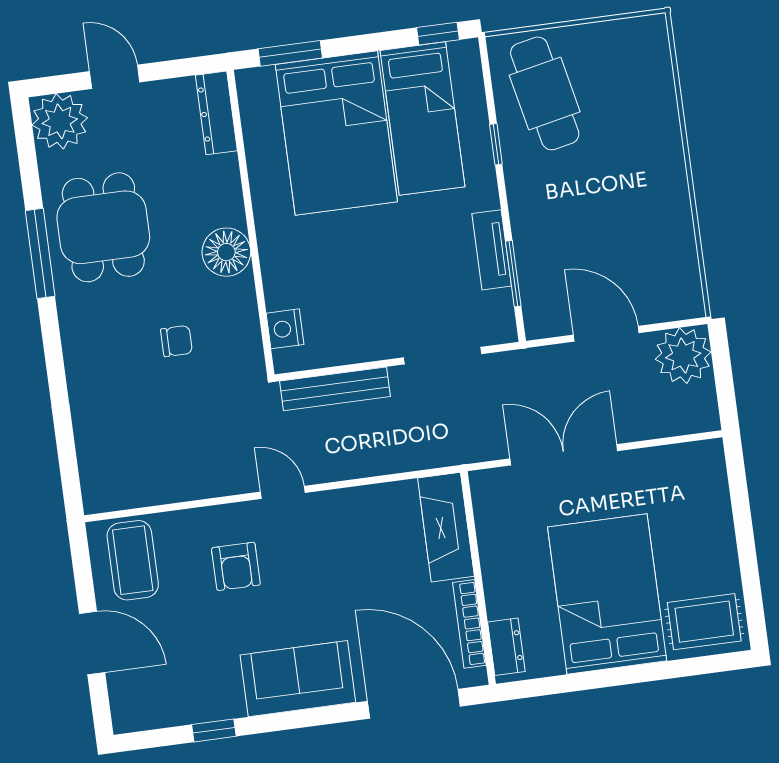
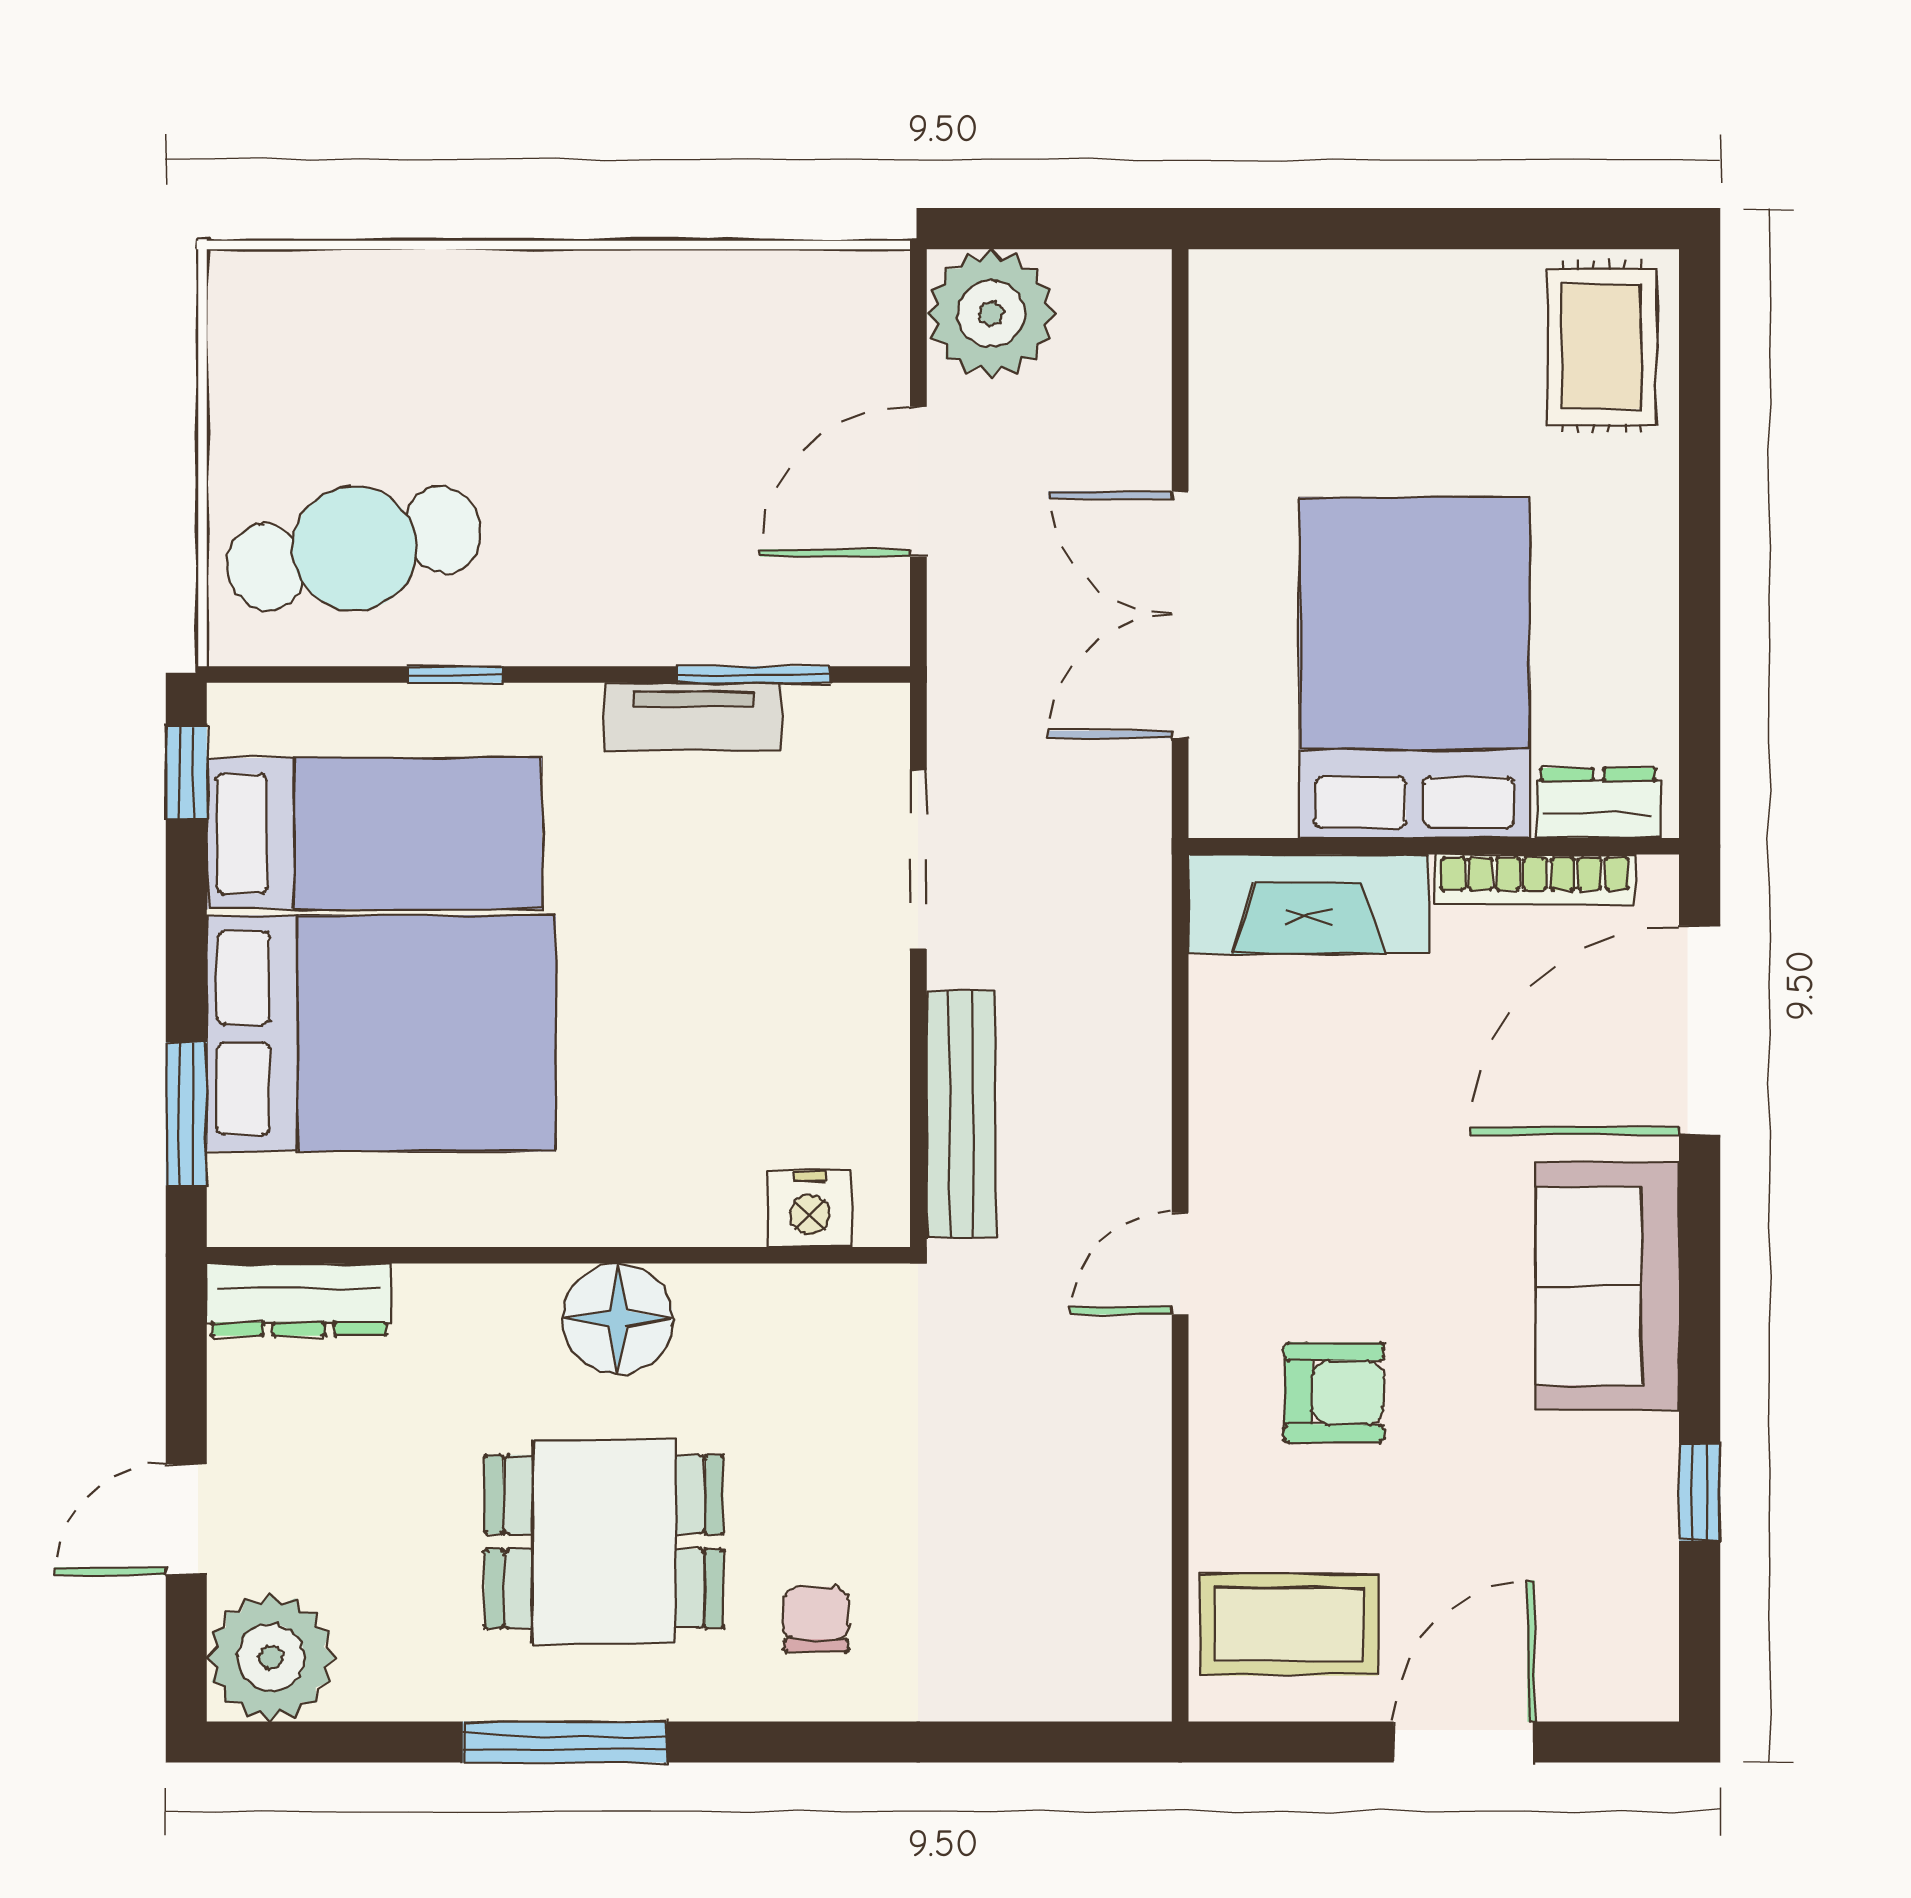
dining table: (103, 227) -> (604, 1542), moved
chair: (176, 341) -> (816, 1620), moved
bed: (607, 594) -> (1415, 668), moved, turned 90

